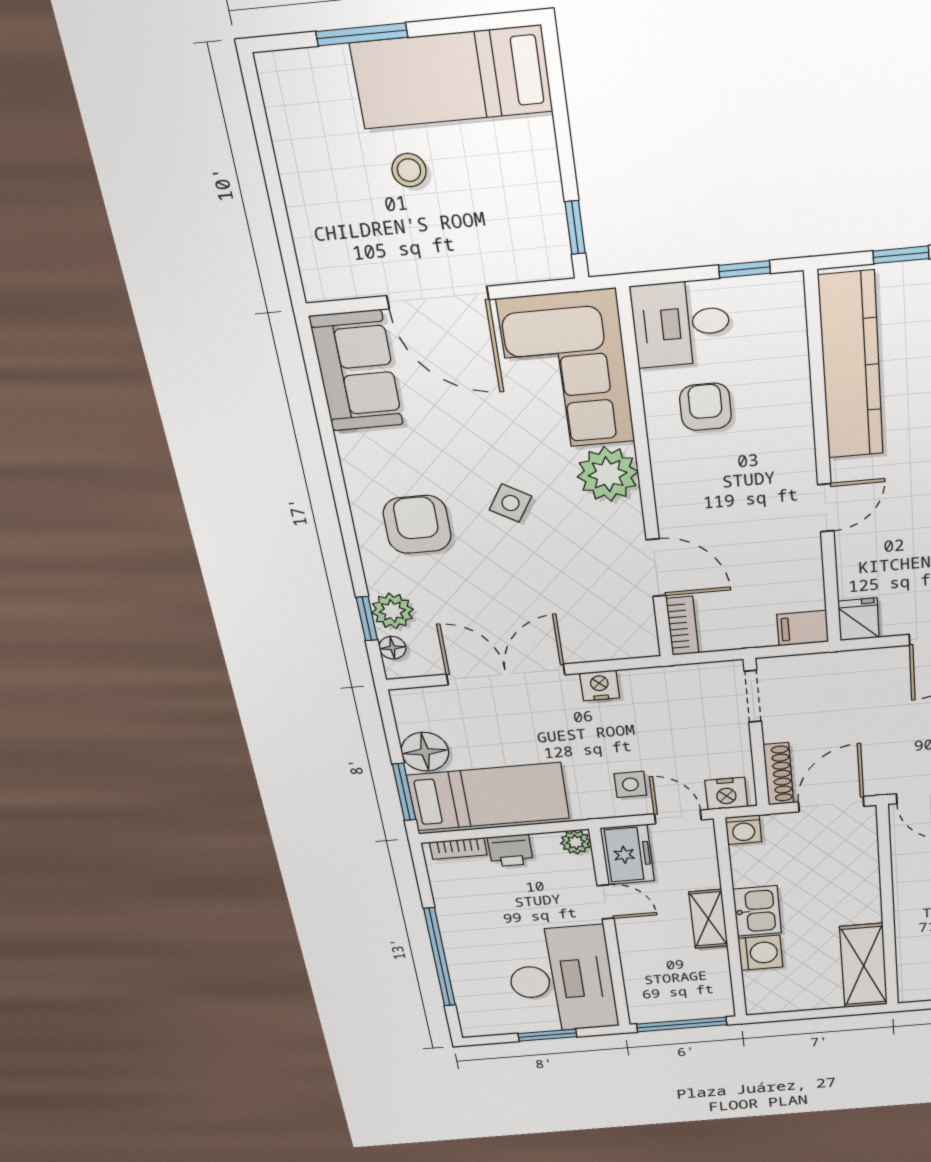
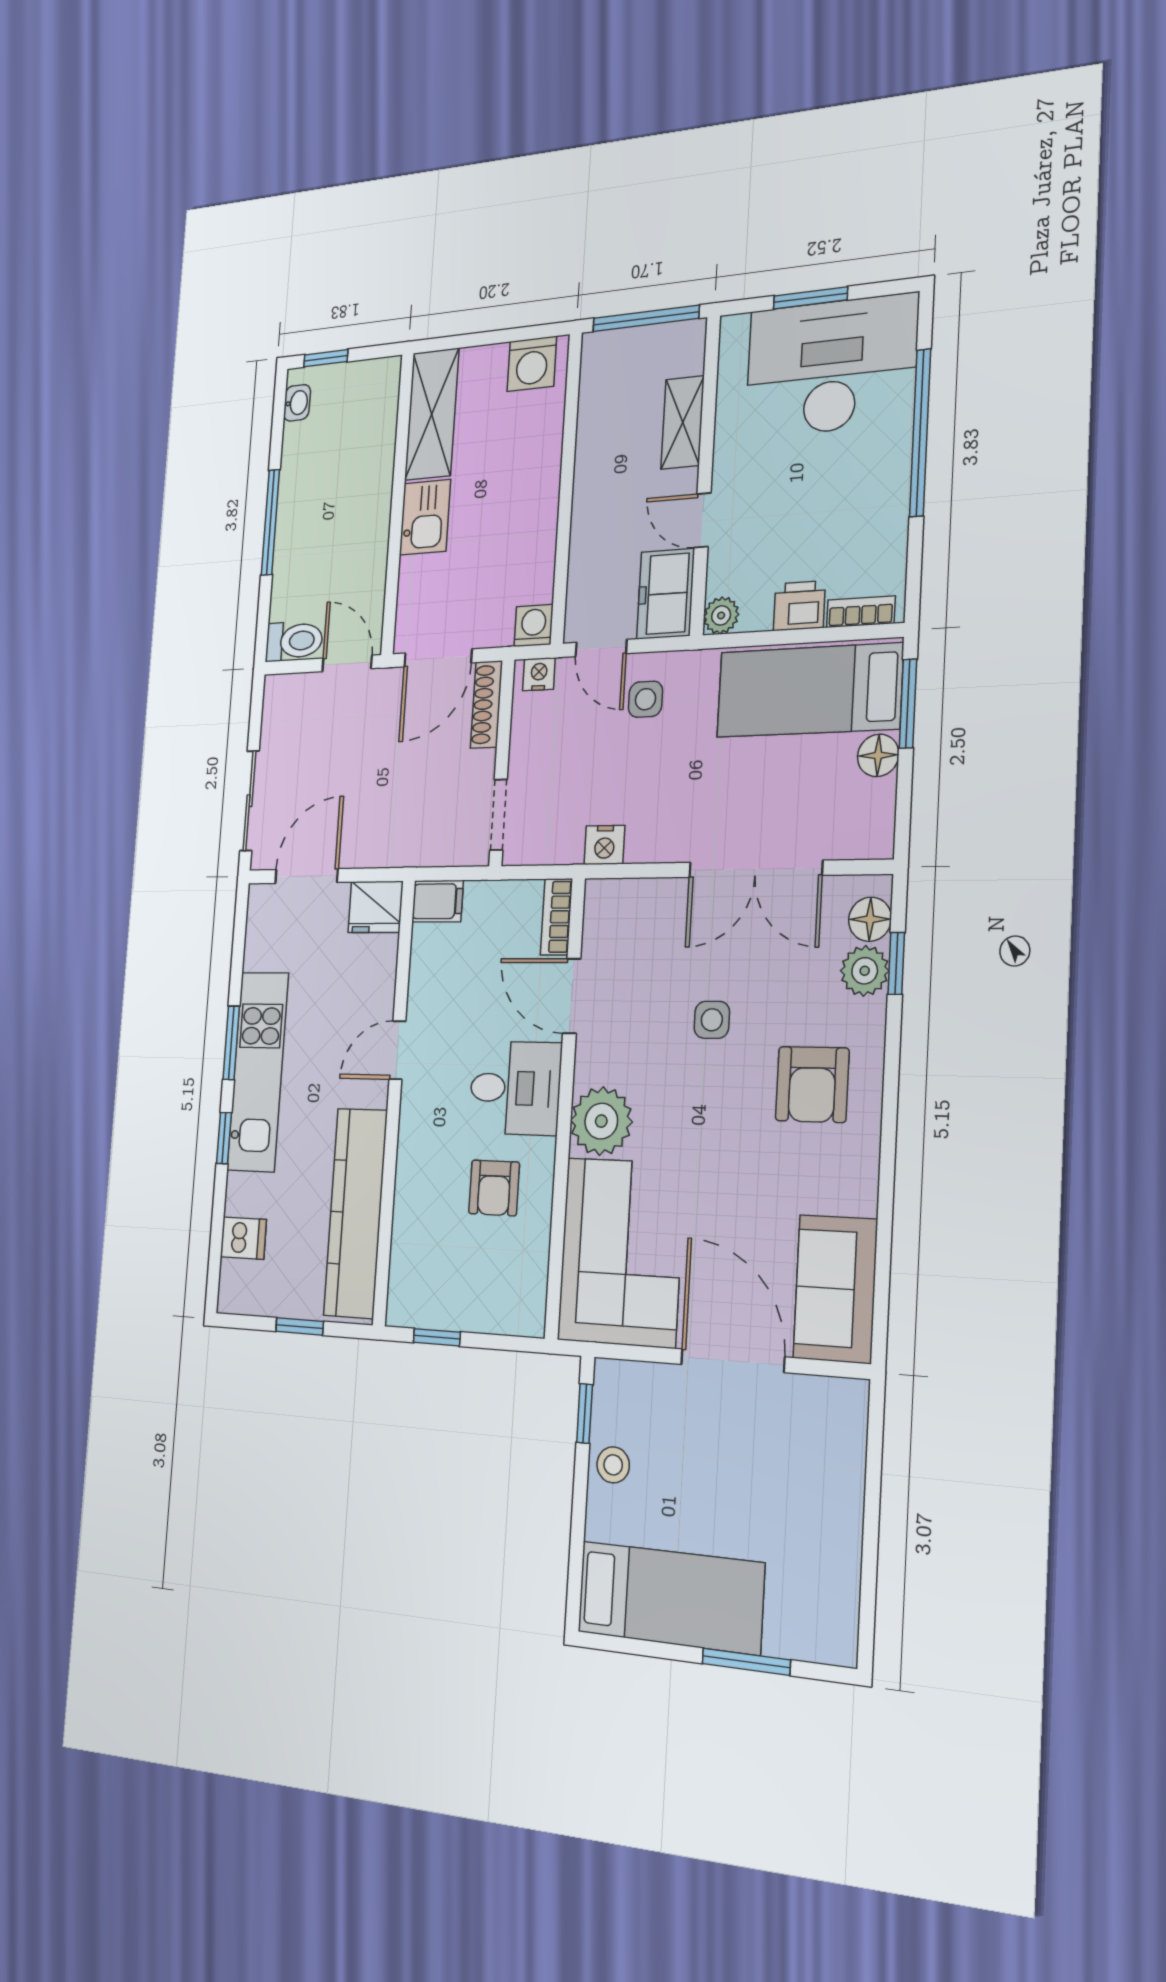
stool: (409, 170) -> (613, 1465), moved
desk: (681, 323) -> (515, 1088), moved
side table: (511, 503) -> (712, 1020), moved, turned -31
fridge: (859, 619) -> (376, 907), width x1.38
floor lamp: (392, 648) -> (870, 919), width x1.37, depth x1.37
nightstand: (600, 685) -> (604, 845), moved
floor lamp: (425, 752) -> (878, 755), width x0.73, depth x0.73
nightstand: (726, 794) -> (539, 674), width x0.72, depth x0.74
kitchen sink: (757, 911) -> (425, 517), moved, turned 180
shelving: (708, 919) -> (683, 422), moved
washing machine: (760, 953) -> (532, 364), moved, turned -90
desk: (561, 980) -> (831, 366), moved, turned 90

